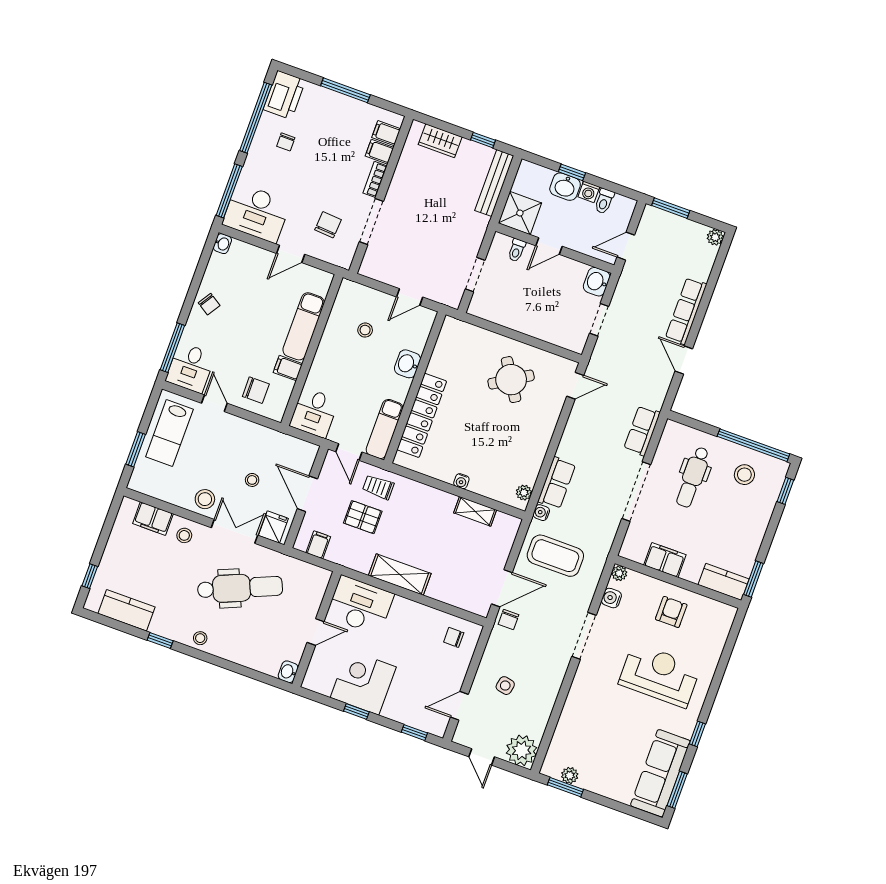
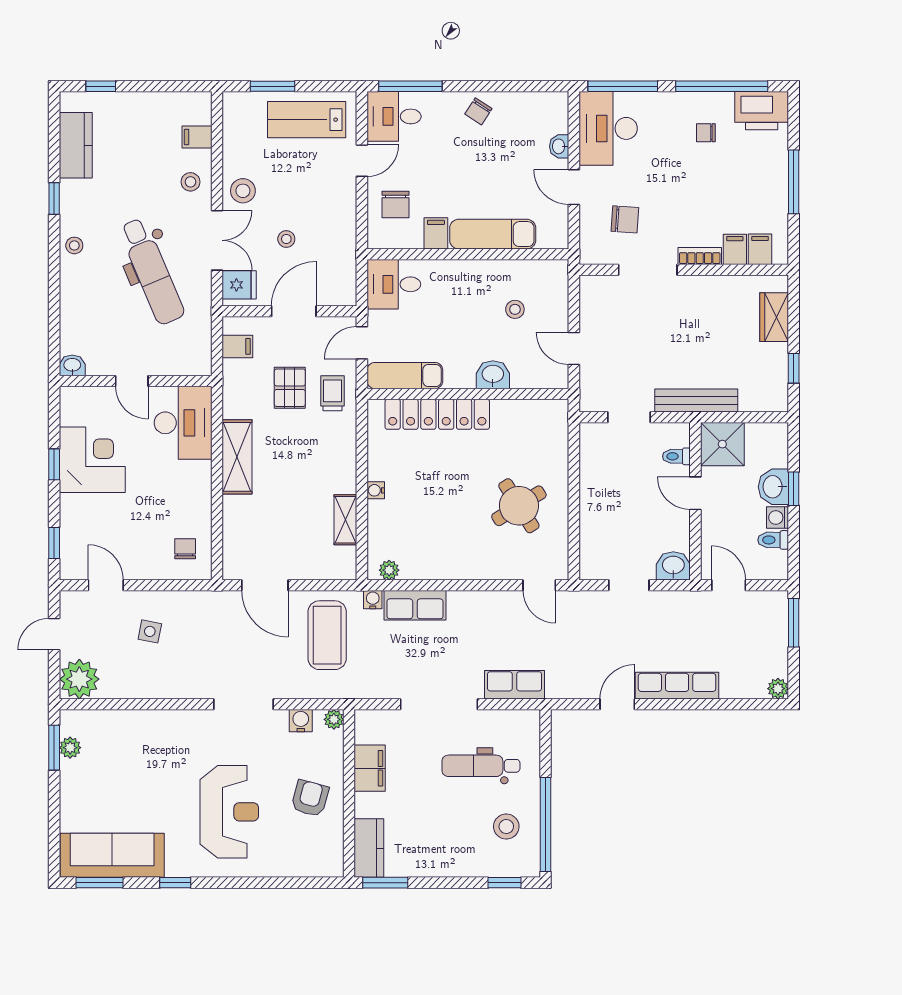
bench: (494, 183) -> (696, 400), moved
washbasin: (222, 244) -> (559, 146), moved, turned 90
filing cabinet: (153, 519) -> (197, 137), width x0.50
armchair: (671, 612) -> (310, 798), turned -75
chair: (508, 619) -> (230, 607), removed

